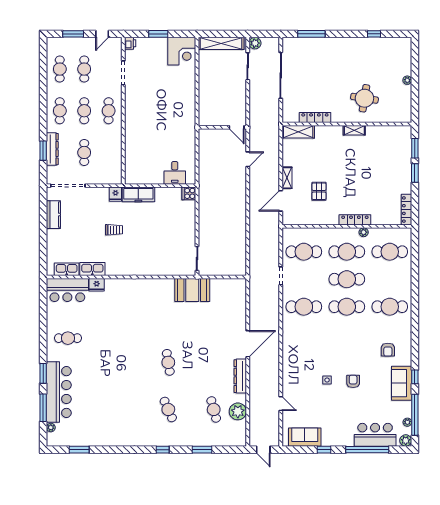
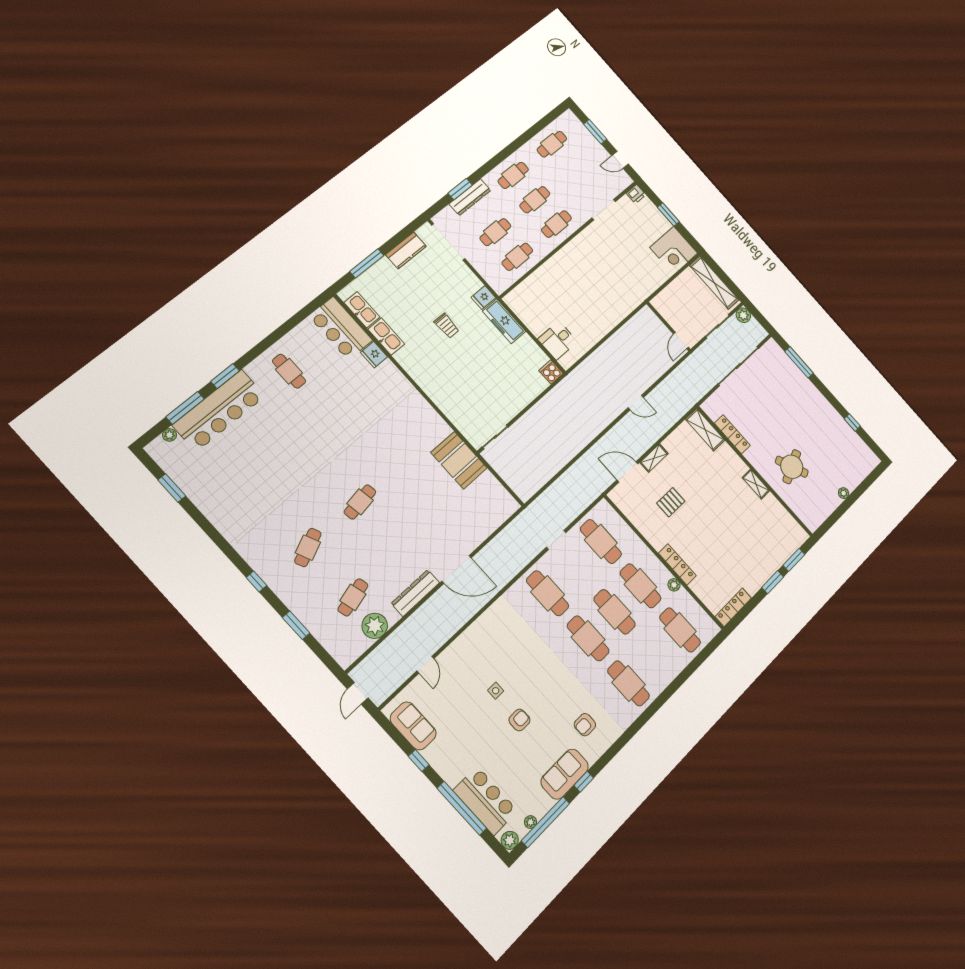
cafe table: (84, 69) -> (517, 257), moved
round table: (364, 98) -> (792, 467), turned -33
wall: (222, 127) -> (668, 327), moved
door: (237, 127) -> (681, 341), moved
window: (43, 243) -> (367, 263), added

